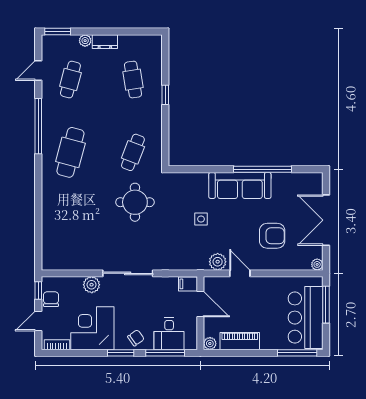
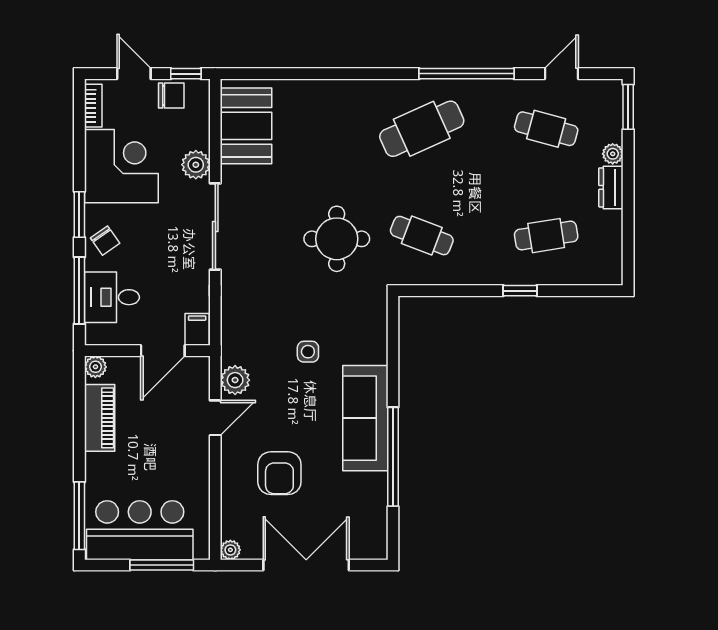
door: (38, 71) -> (561, 74), hinge flipped
cafe table: (70, 152) -> (422, 129), turned -39
booth: (69, 255) -> (246, 126), added

